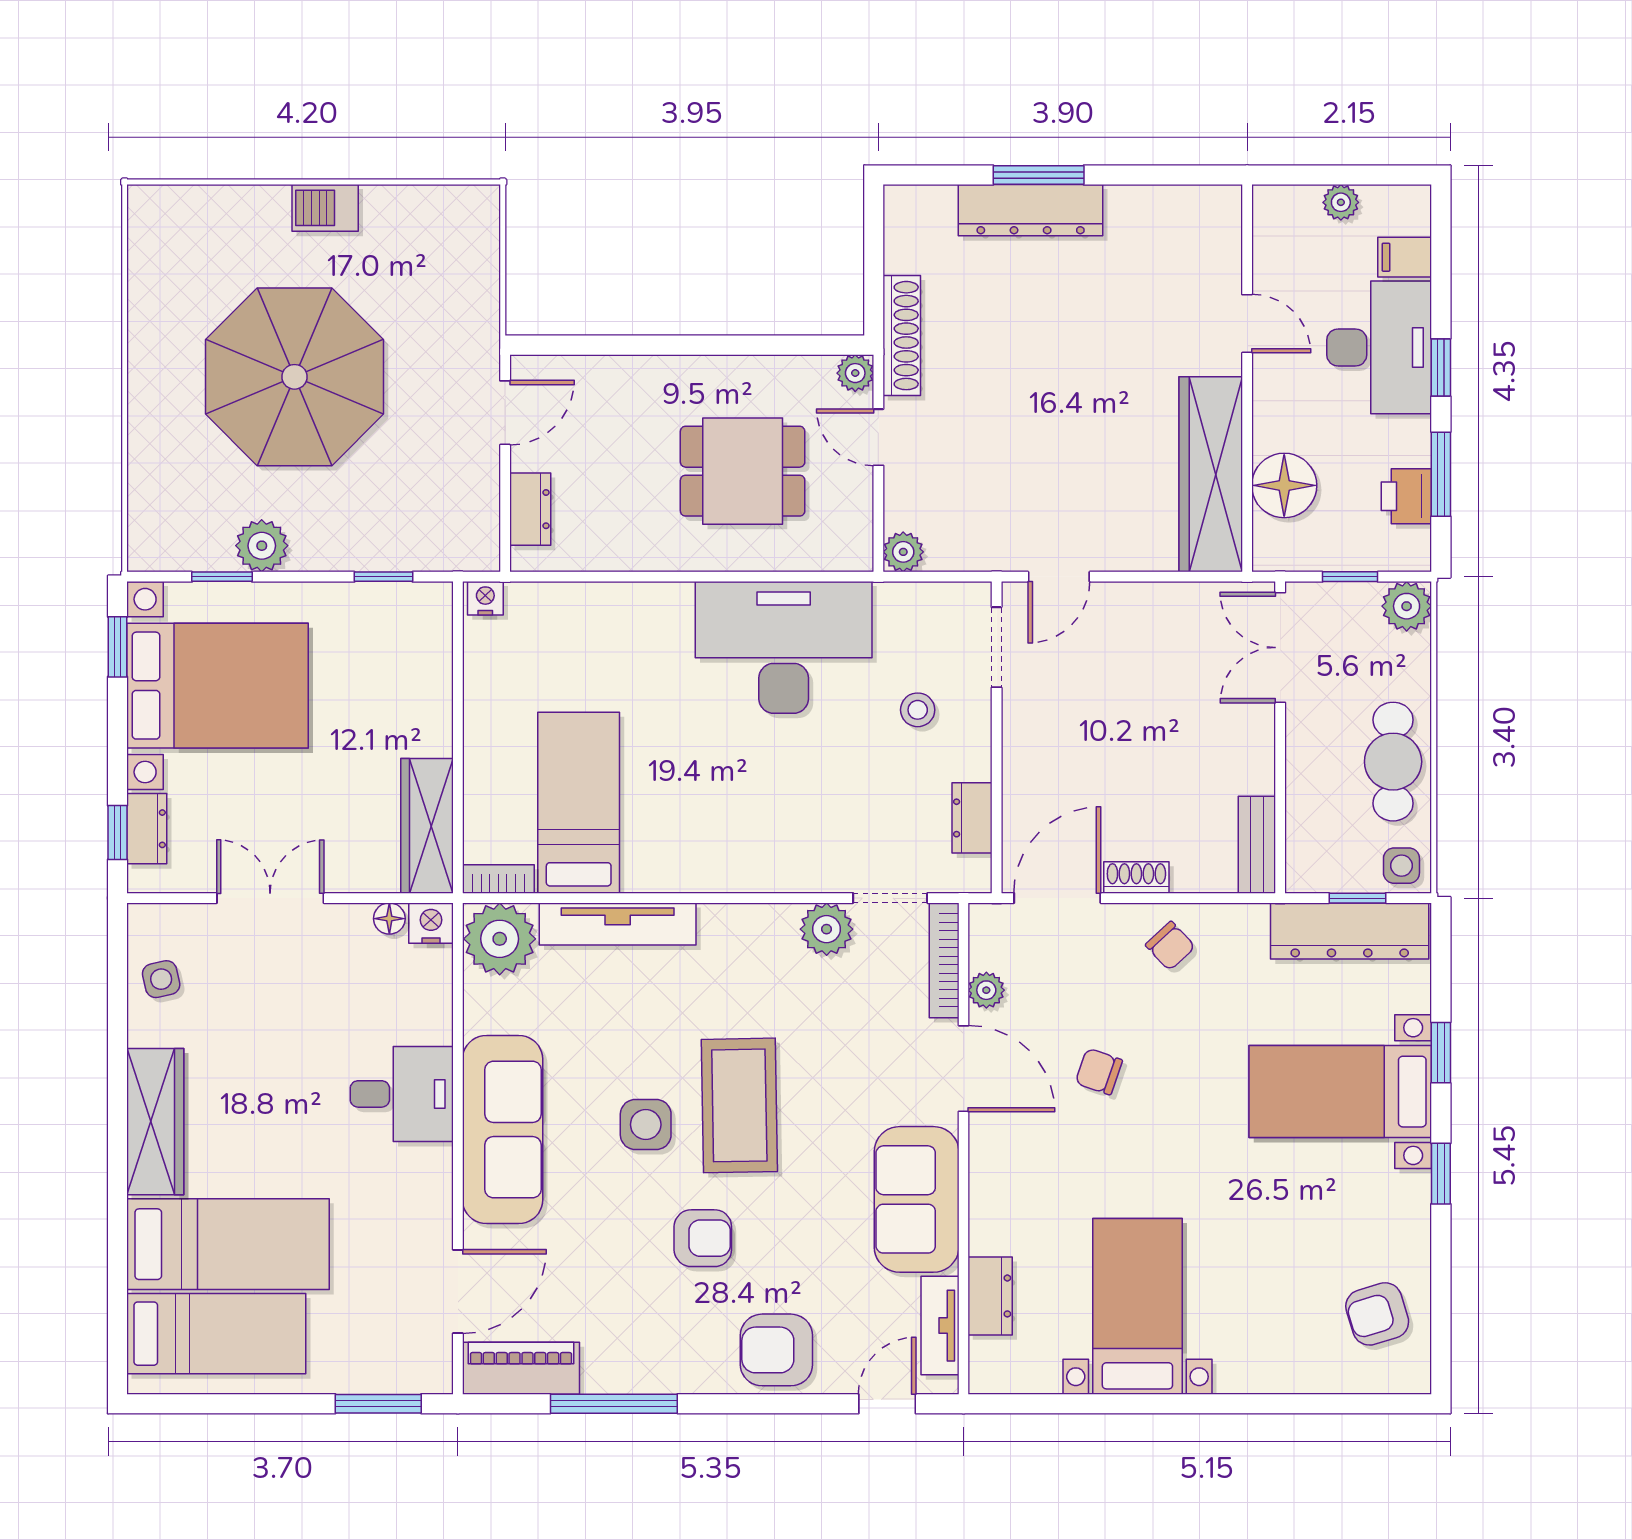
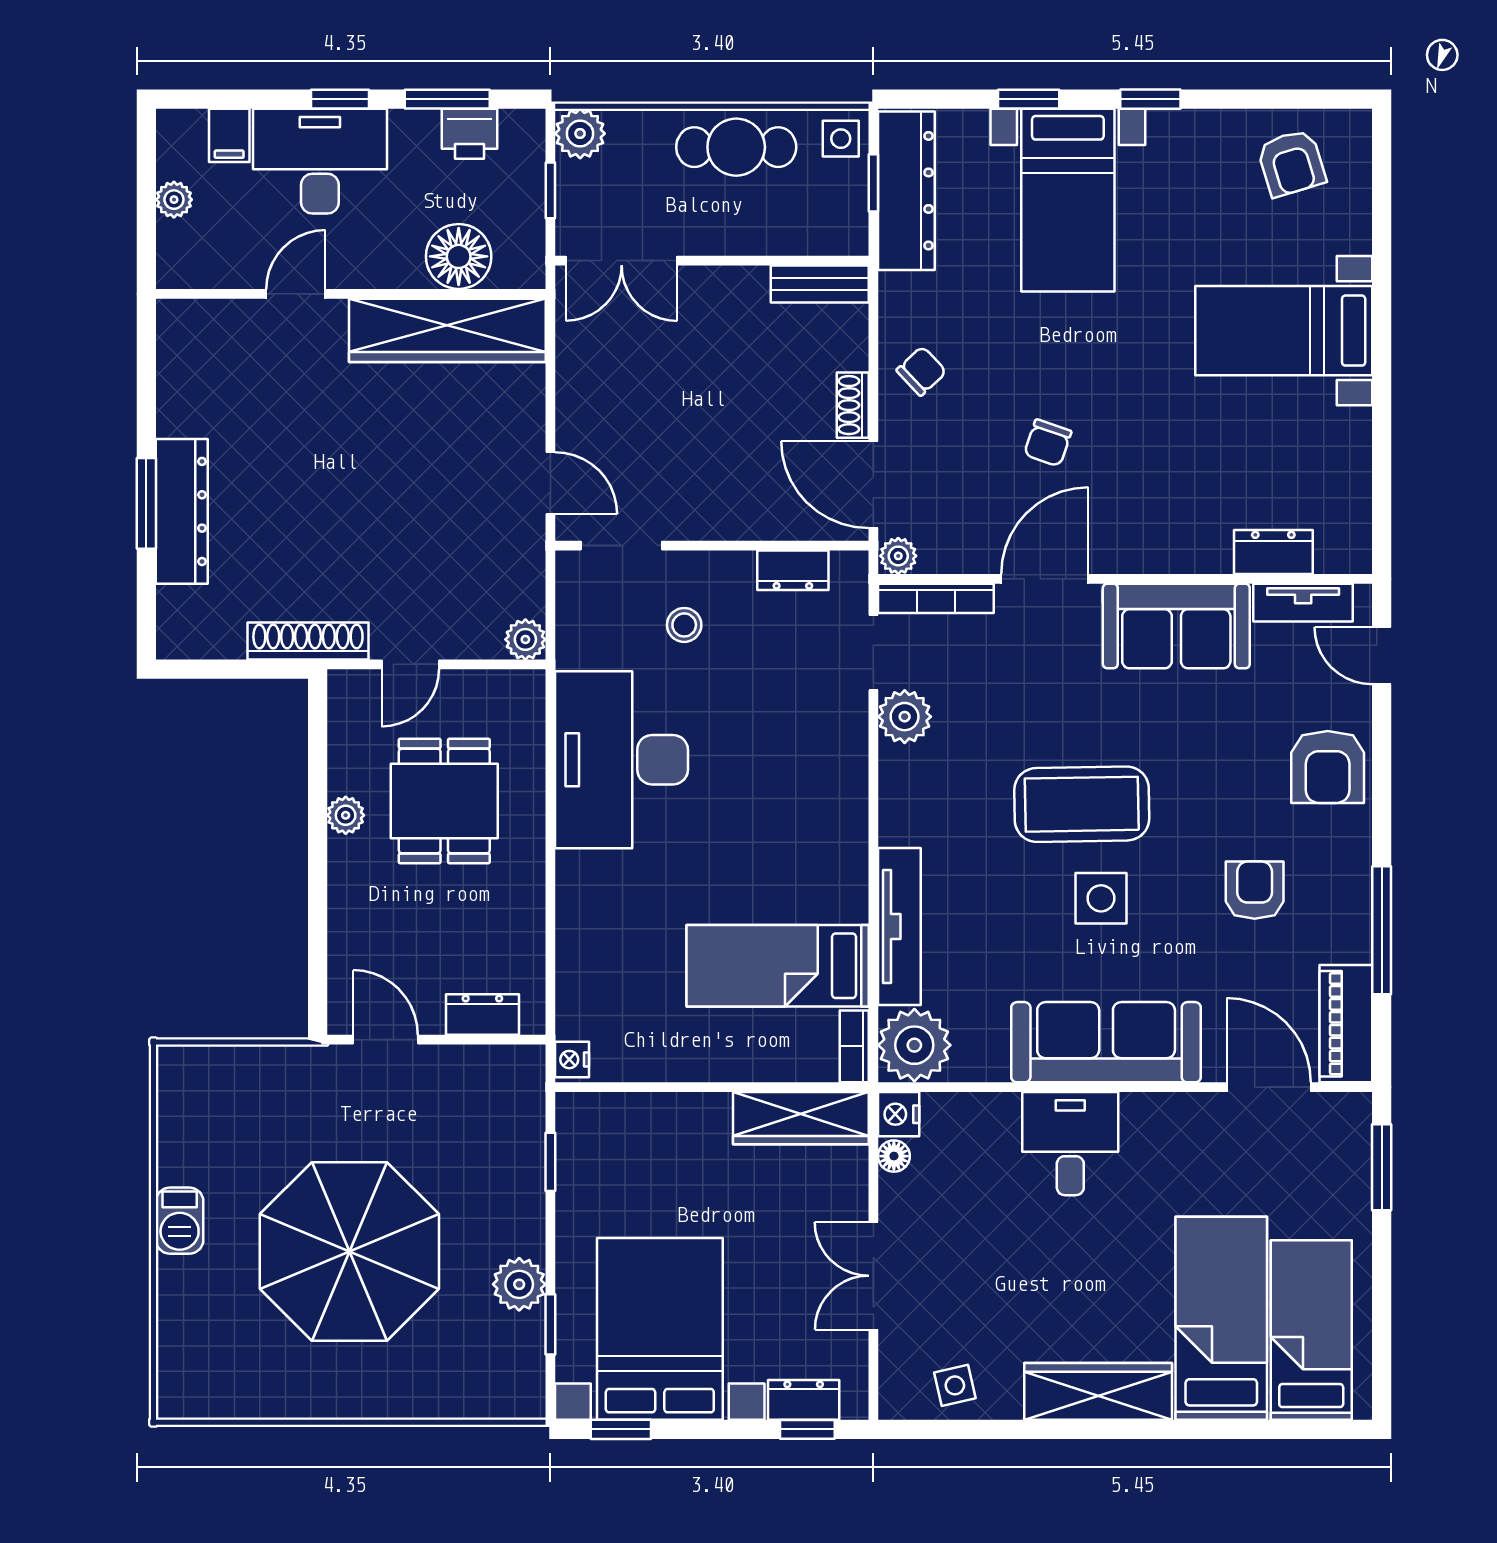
plant: (855, 373) -> (346, 815), moved
plant: (986, 990) -> (898, 556), moved
armchair: (703, 1238) -> (1255, 890), moved
bed with nightstands: (1137, 1306) -> (1284, 331), moved

